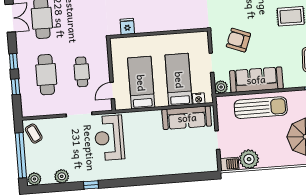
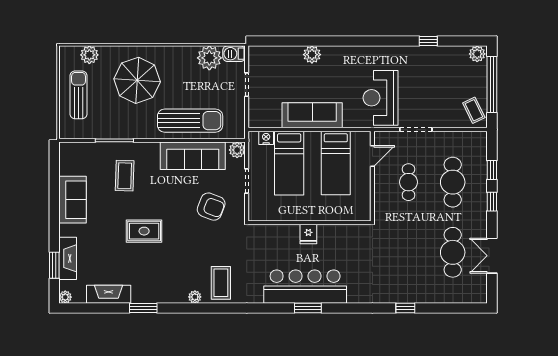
fridge: (127, 26) -> (308, 234), moved
sun lounger: (261, 108) -> (190, 121), turned 180
sofa: (187, 118) -> (312, 115), moved
reception desk: (109, 138) -> (381, 98), turned 180
plant: (62, 176) -> (312, 55), moved
window: (91, 185) -> (428, 41), moved

